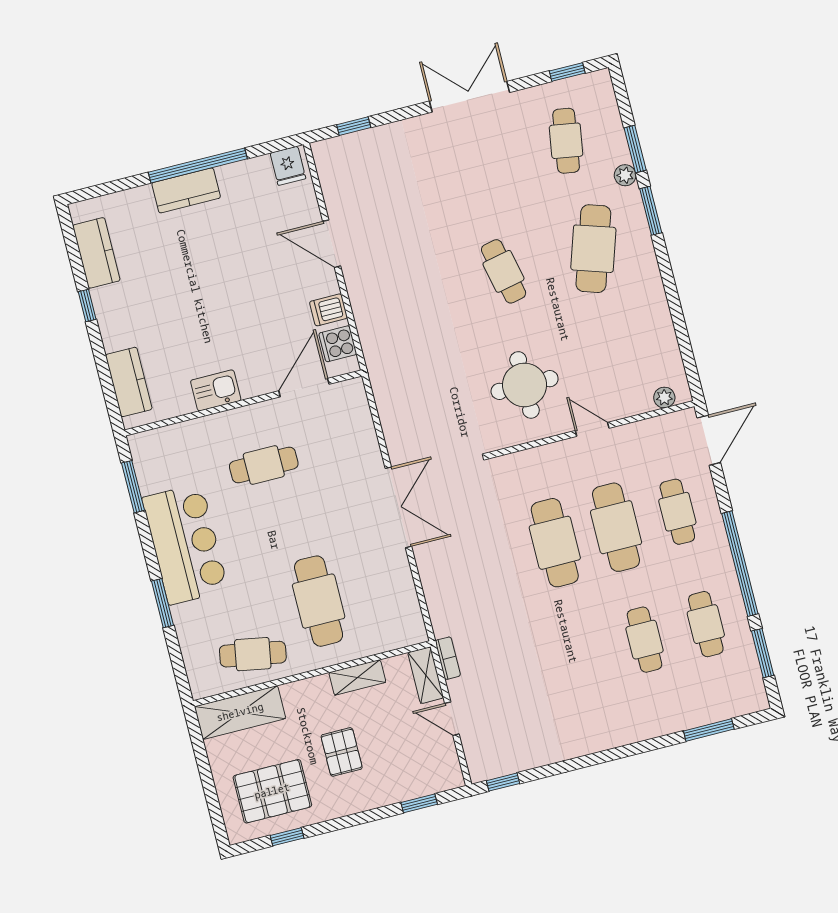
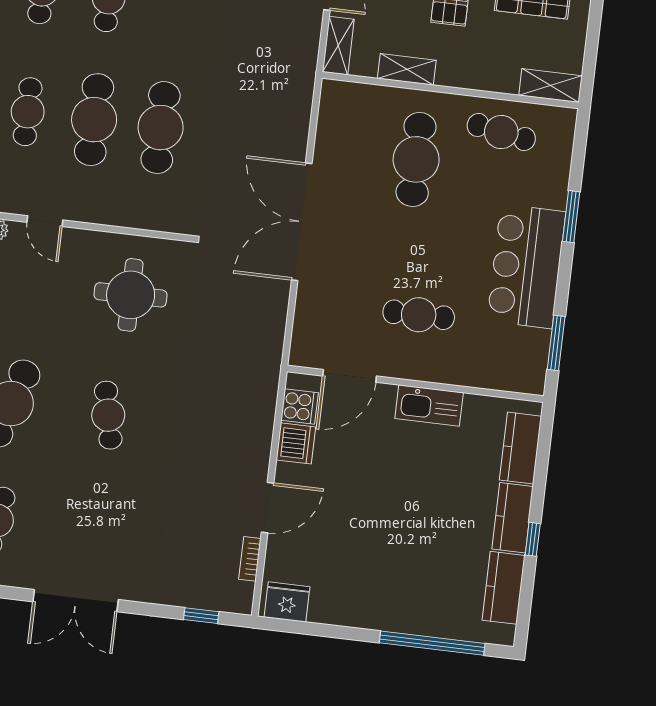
window: (198, 165) -> (432, 643), moved
fridge: (288, 166) -> (287, 602), width x1.38
kitchen counter: (186, 190) -> (513, 518), moved, turned -90
door: (332, 244) -> (268, 508), hinge flipped
dishwasher: (328, 310) -> (296, 443), width x1.38
kitchen sink: (216, 390) -> (429, 406), width x1.38
door: (592, 429) -> (45, 221), moved
double door: (398, 507) -> (302, 222), width x1.36
bookcase: (448, 658) -> (250, 559), moved
shelving: (240, 712) -> (550, 85), width x0.67, depth x0.75

